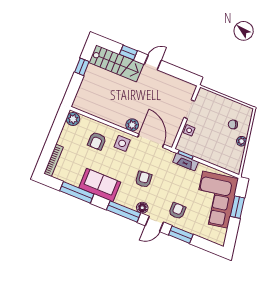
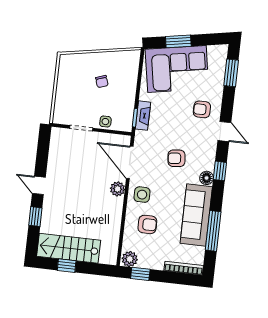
stairs: (116, 63) -> (69, 248), moved, turned -90
window: (59, 124) -> (140, 274), added
chair: (233, 124) -> (102, 82), moved
door: (151, 141) -> (130, 162), hinge flipped
plant: (242, 141) -> (101, 58), removed
sofa: (100, 185) -> (196, 215), width x1.36
floor lamp: (142, 208) -> (207, 178), moved
window: (124, 211) -> (220, 171), width x0.46
window: (181, 235) -> (231, 73), moved

